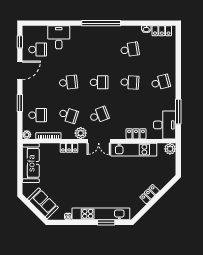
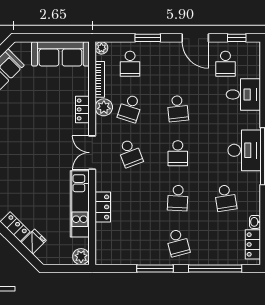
window: (178, 57) -> (215, 269), added
window: (178, 112) -> (155, 269), moved
desk: (165, 125) -> (244, 150), moved, turned -90
plant: (81, 133) -> (104, 107), moved
fridge: (160, 181) -> (34, 242), added

